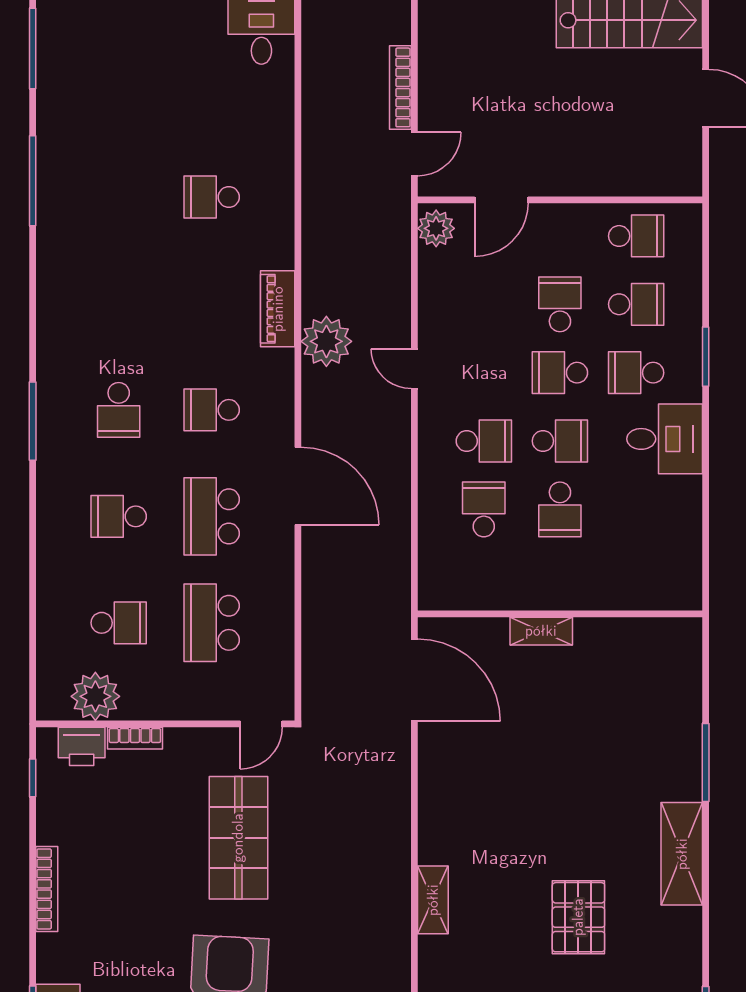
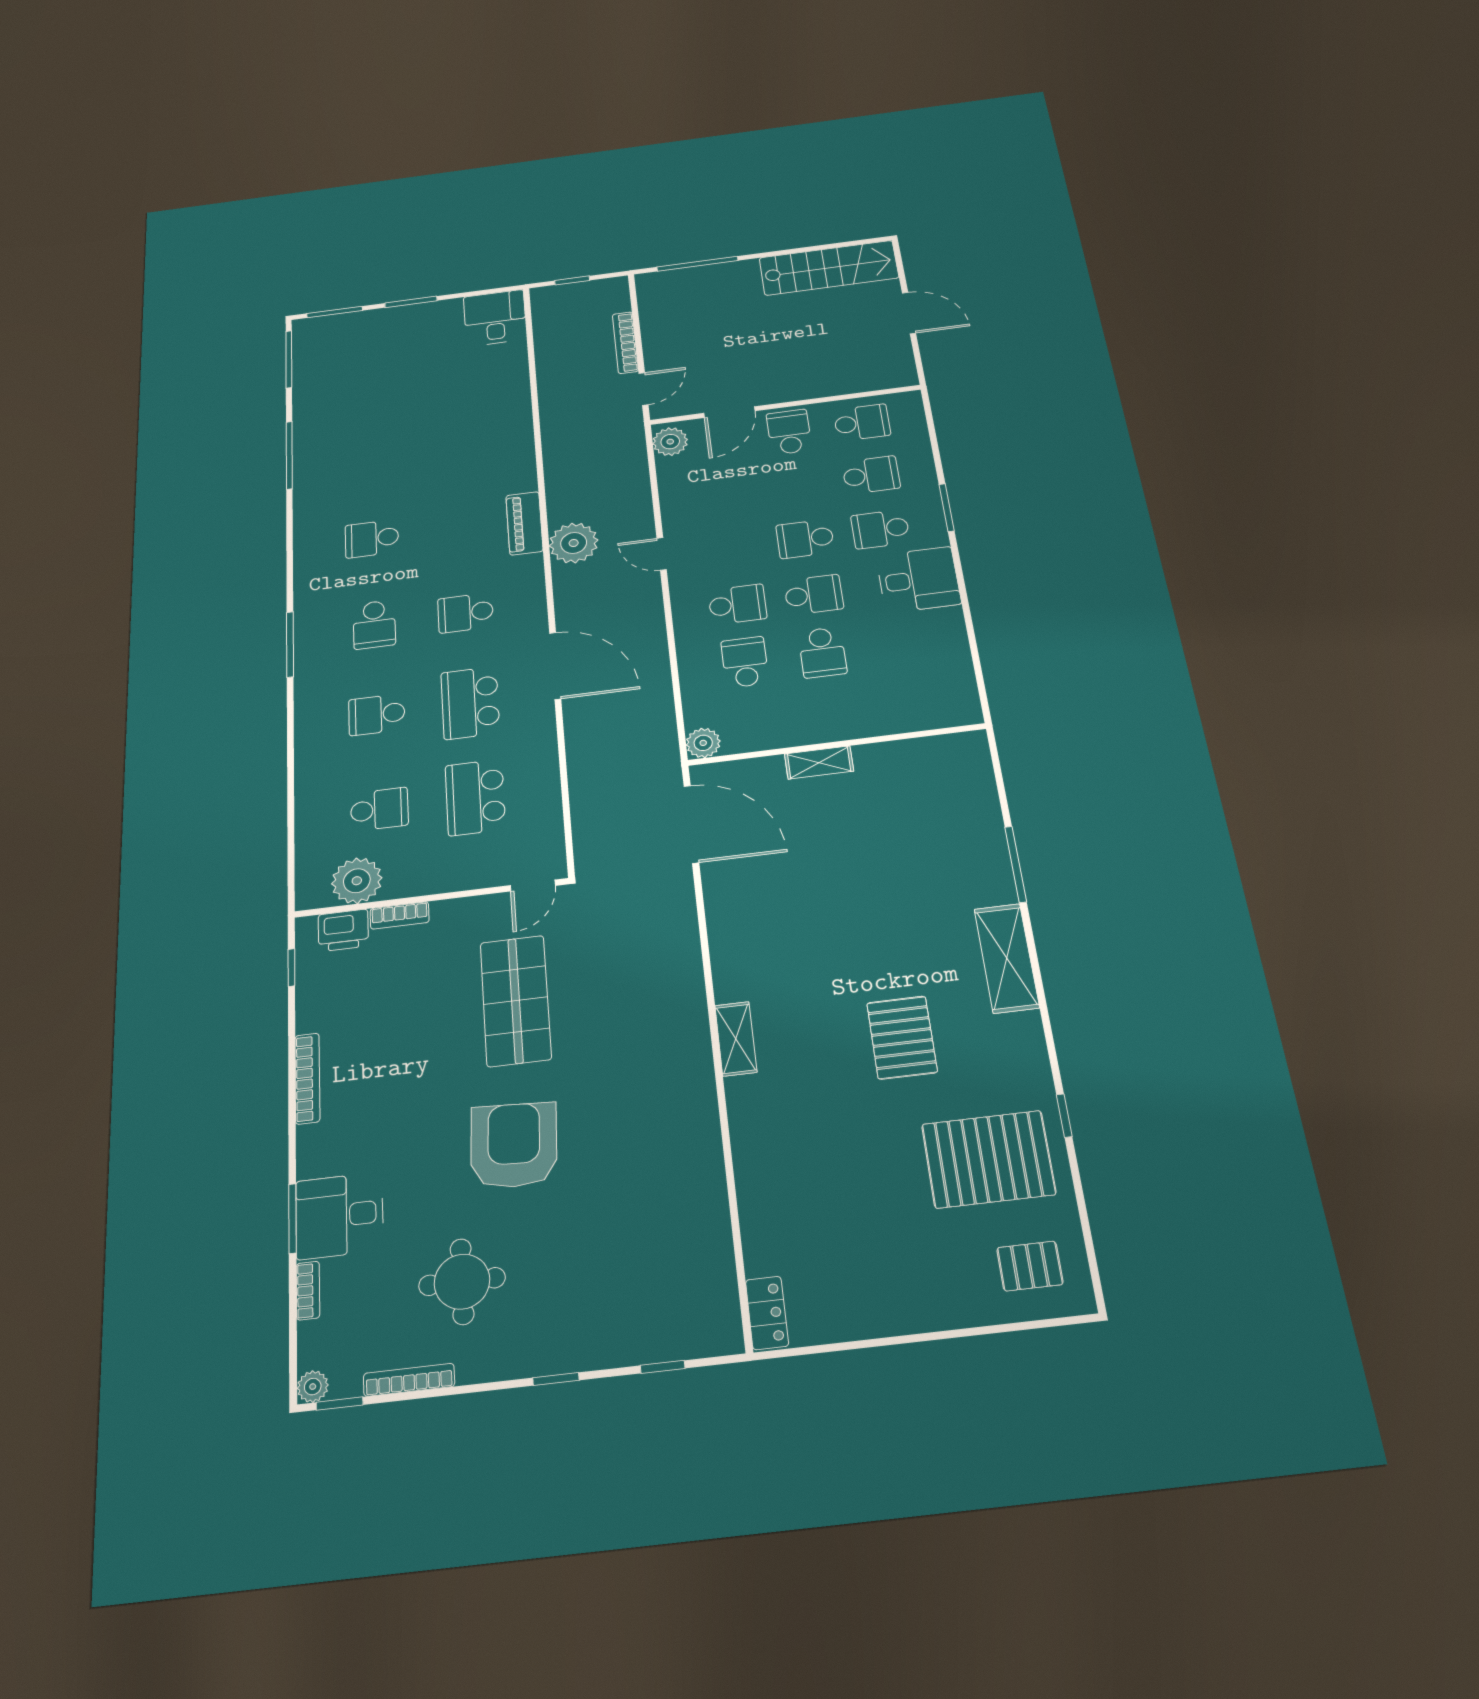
school desk: (212, 197) -> (372, 539), moved
school desk: (560, 304) -> (789, 432), moved
plant: (434, 594) -> (703, 743), added

